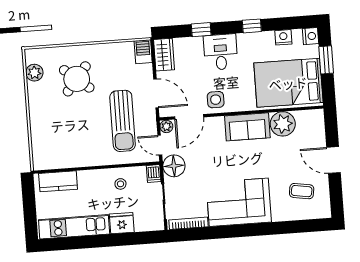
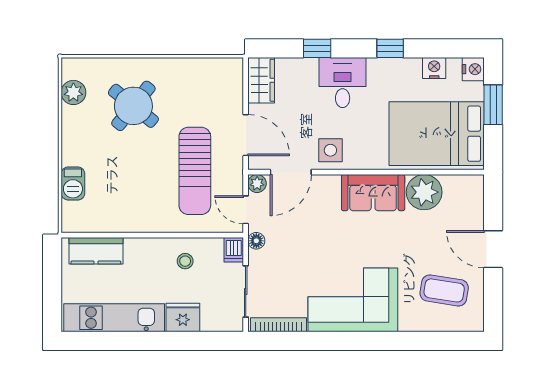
barbecue: (143, 52) -> (73, 183), moved, turned 180
floor lamp: (174, 166) -> (256, 241), width x0.53, depth x0.53
coffee table: (302, 191) -> (444, 290), width x1.36, depth x1.30

